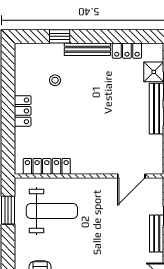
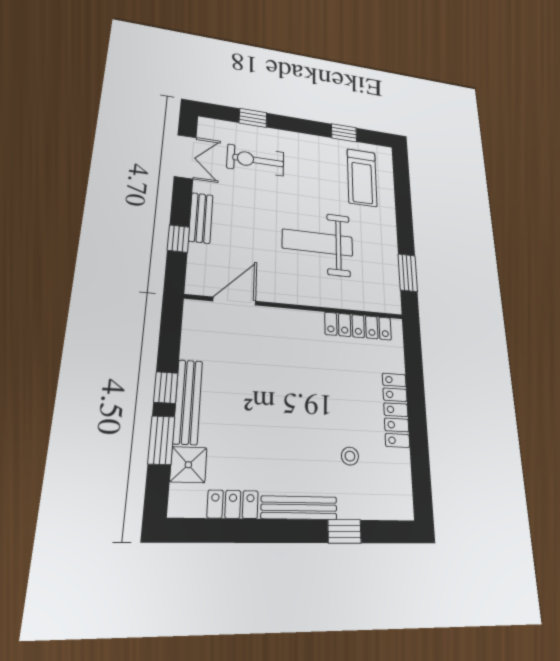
locker: (23, 111) -> (396, 410), width x1.53
weight bench: (52, 211) -> (318, 243), moved

